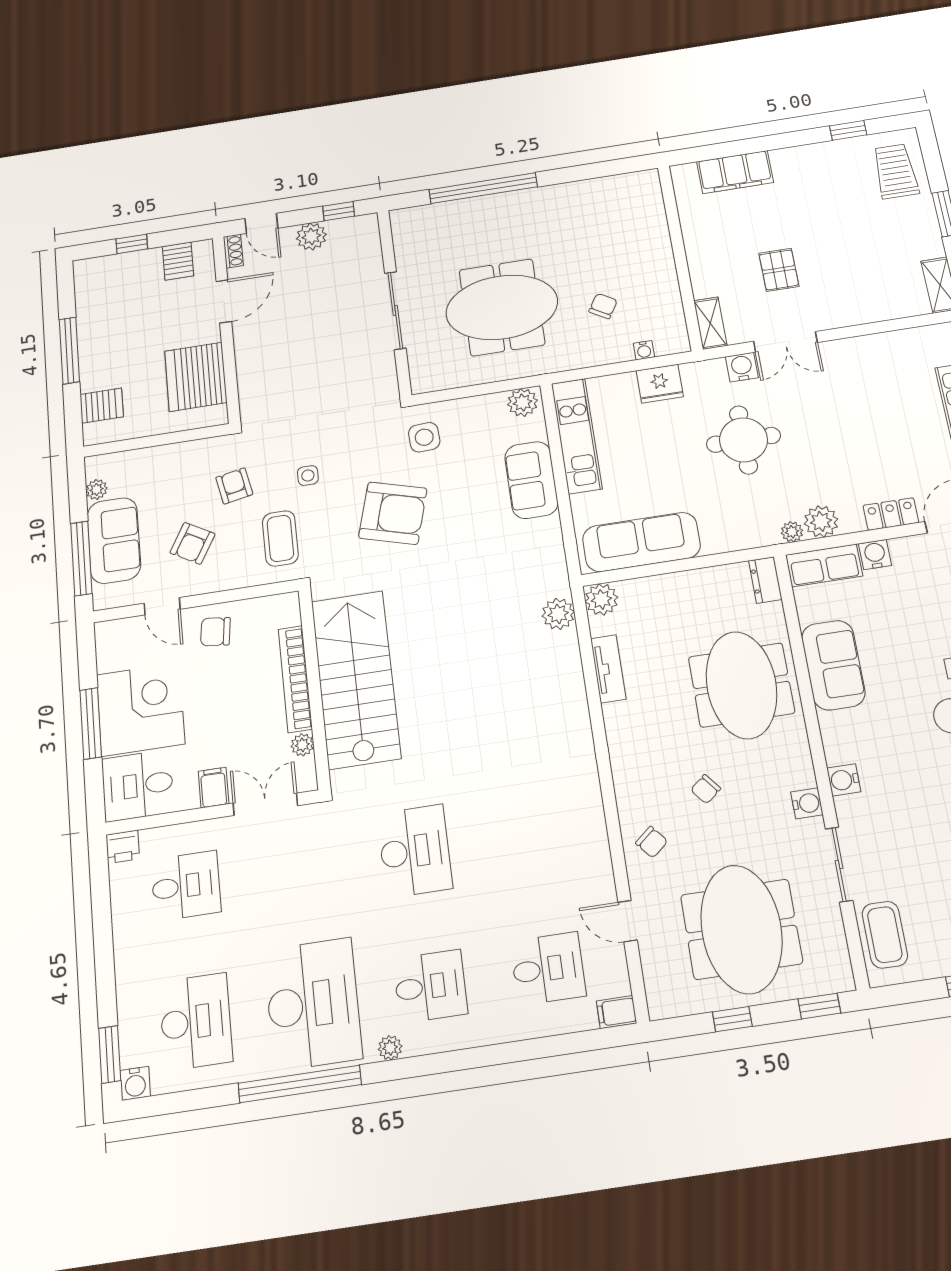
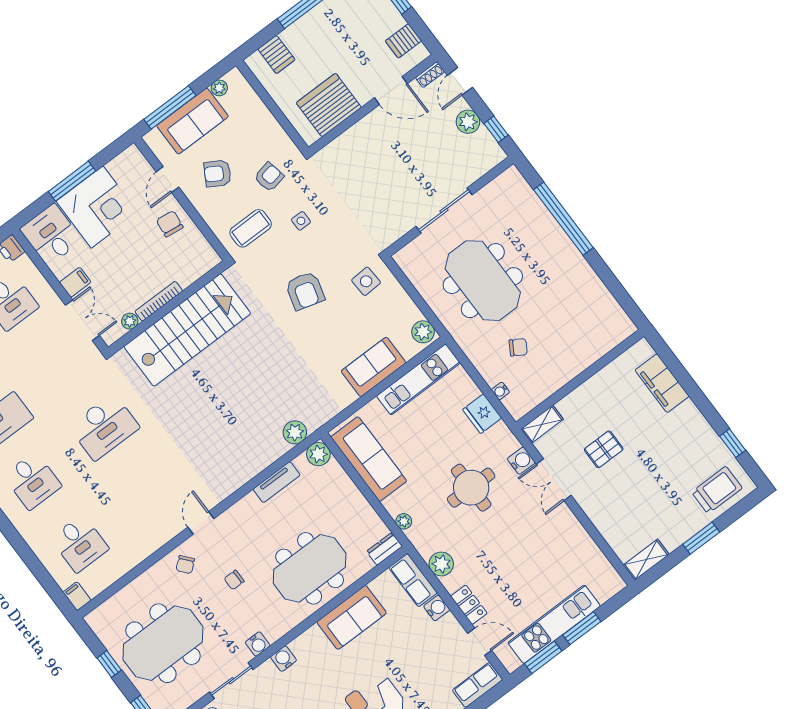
armchair: (393, 513) -> (305, 291), width x0.73, depth x0.73
plant: (792, 532) -> (404, 521), moved
bookcase: (295, 679) -> (159, 301), width x0.68, depth x0.76
chair: (706, 789) -> (234, 580), turned -51
door: (628, 921) -> (201, 523), moved

